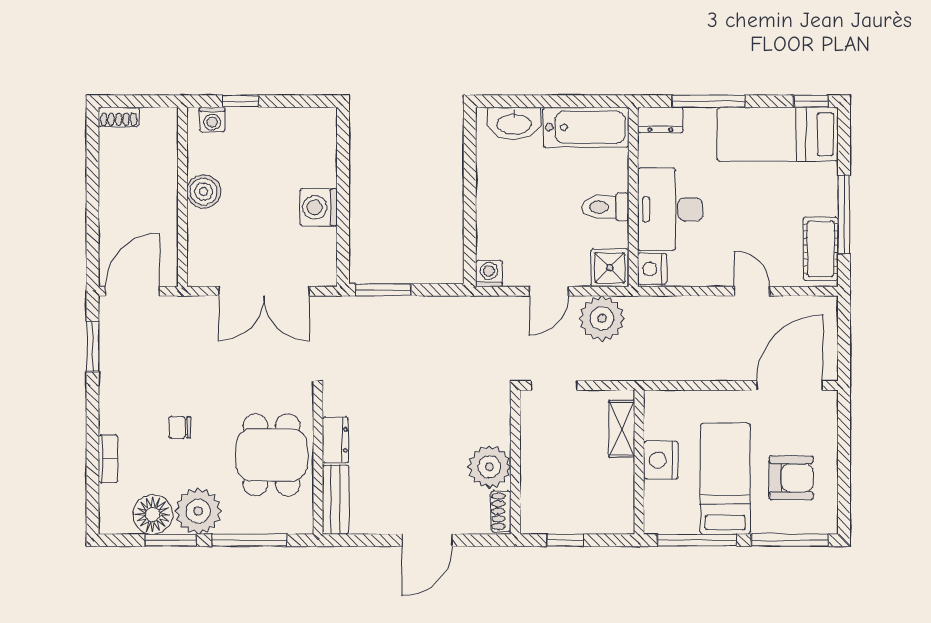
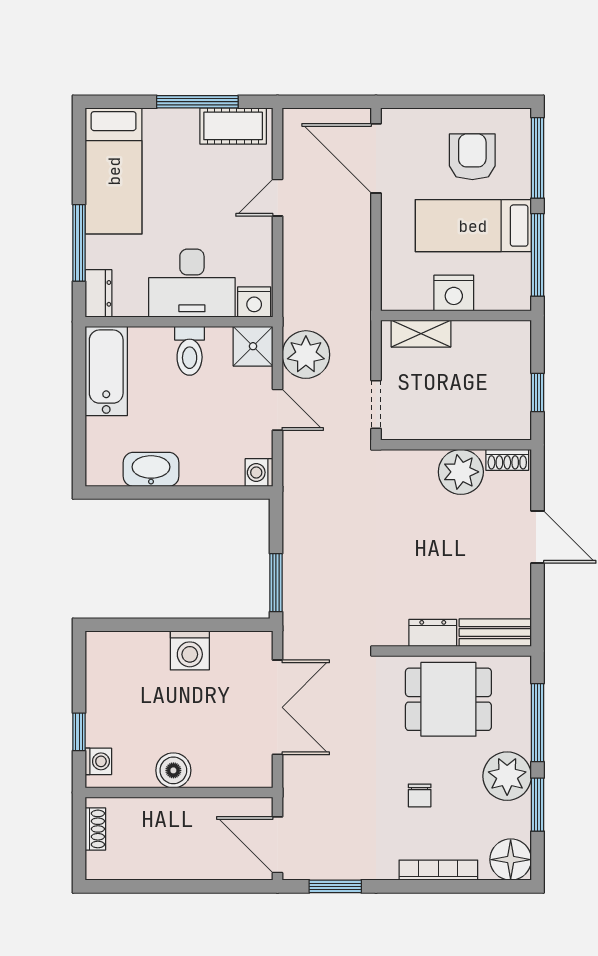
window: (811, 101) -> (79, 136), removed
shoe rack: (119, 117) -> (95, 829), moved
washbasin: (514, 123) -> (151, 469), moved, turned -90
bookcase: (108, 459) -> (438, 870), width x1.56
floor lamp: (153, 514) -> (511, 860), moved

